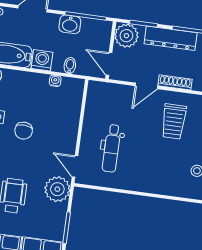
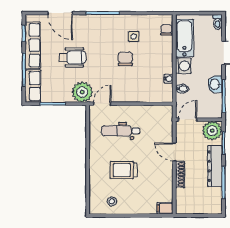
trolley: (174, 121) -> (124, 170), moved
chair: (24, 131) -> (125, 59), turned 86

